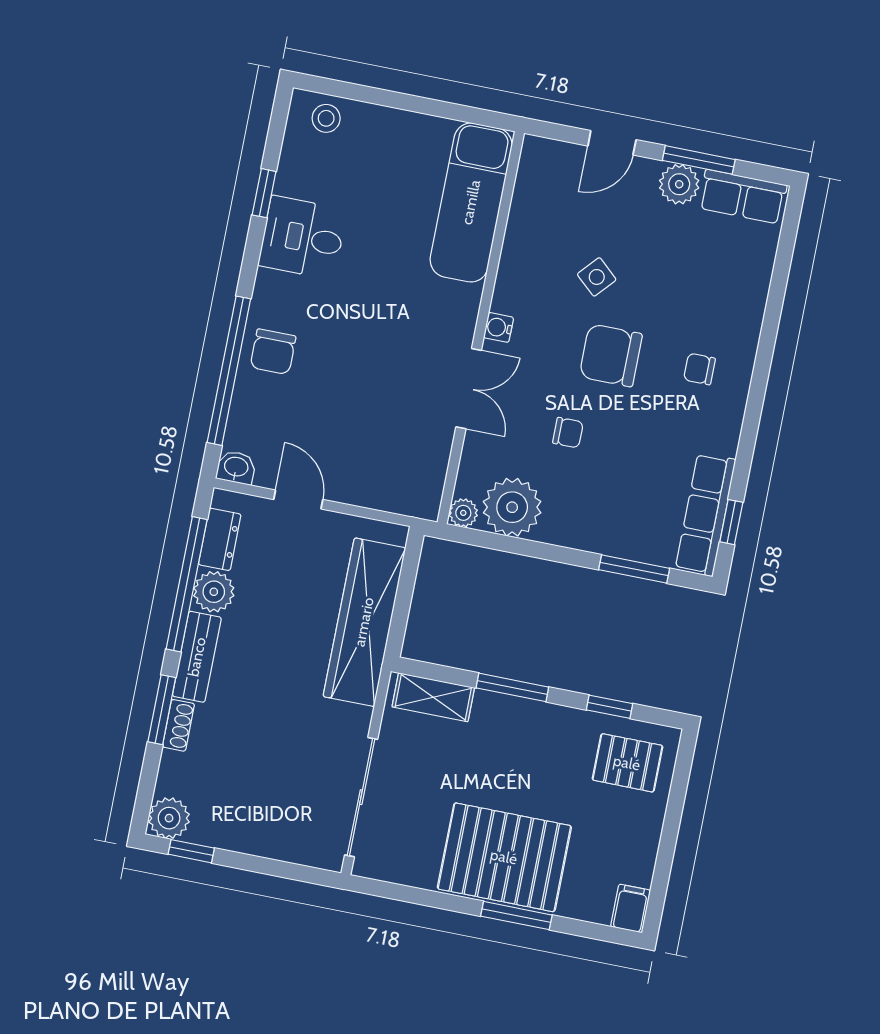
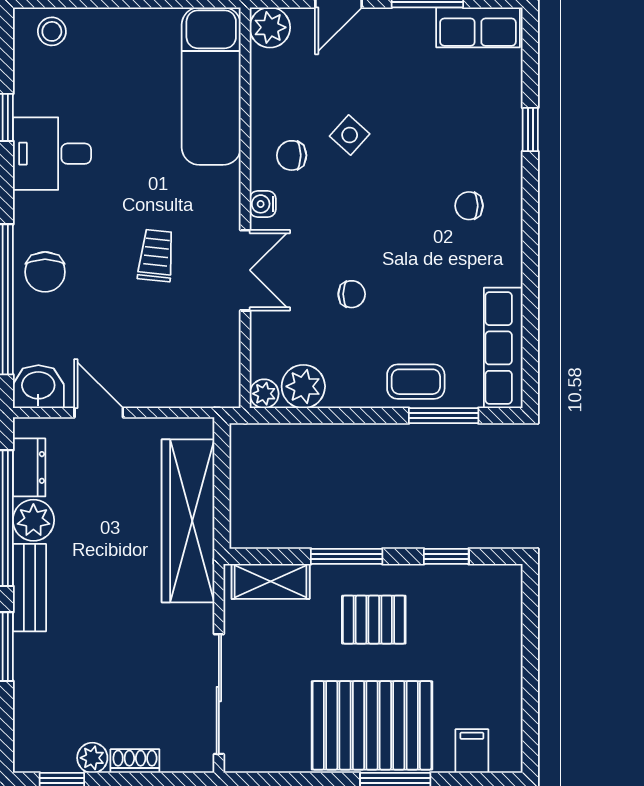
plant: (679, 184) -> (270, 27), moved
chair: (611, 355) -> (292, 155), moved, width x0.54, depth x0.54
trolley: (385, 357) -> (156, 256), added
washbasin: (236, 467) -> (38, 387), width x1.38, depth x1.45
plant: (512, 507) -> (303, 386), width x0.73, depth x0.73
window: (731, 522) -> (530, 130), moved
coffee table: (614, 530) -> (416, 382), added
shoe rack: (178, 725) -> (135, 761), moved, turned -90
pallet: (627, 763) -> (374, 620), moved
plant: (169, 818) -> (92, 758), moved, width x0.73, depth x0.73
filing cabinet: (631, 908) -> (472, 751), moved

